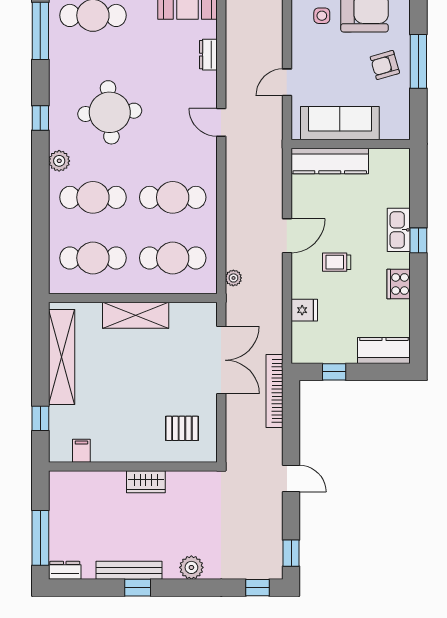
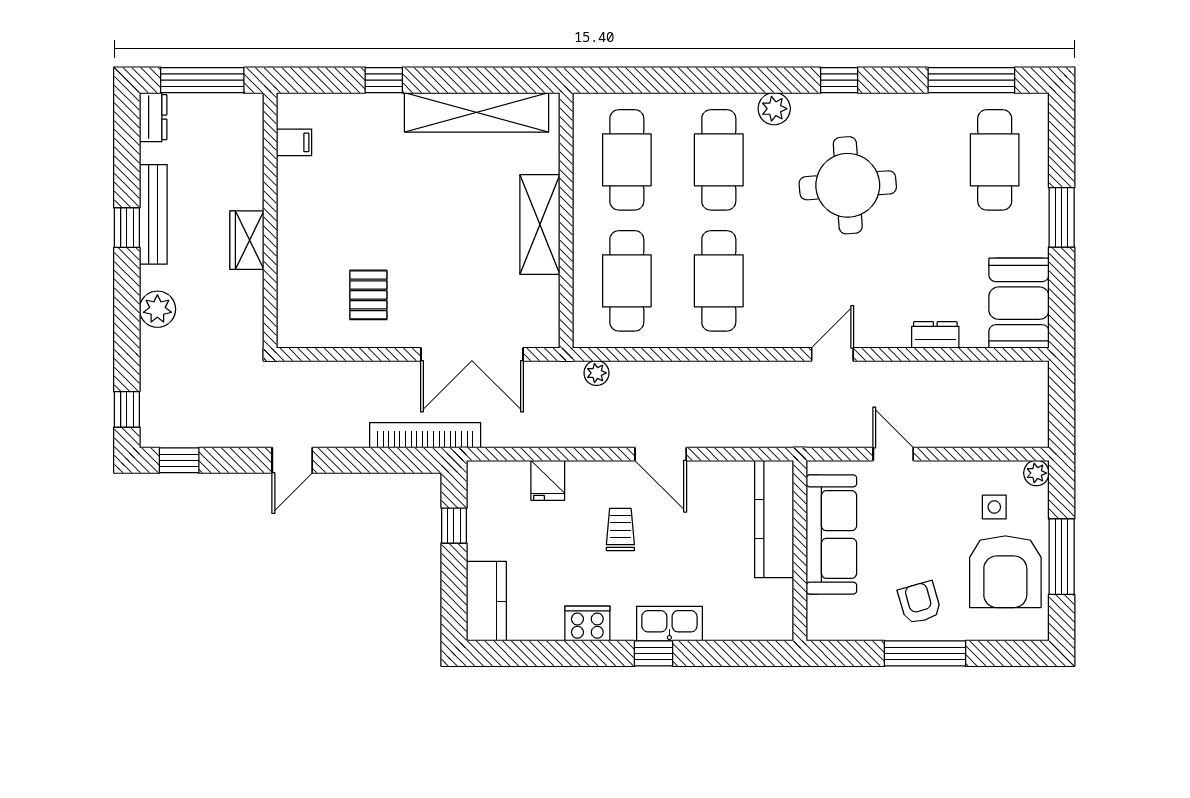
filing cabinet: (81, 451) -> (294, 142), moved
wall: (133, 466) -> (270, 220), moved
wardrobe: (146, 482) -> (247, 240), moved

